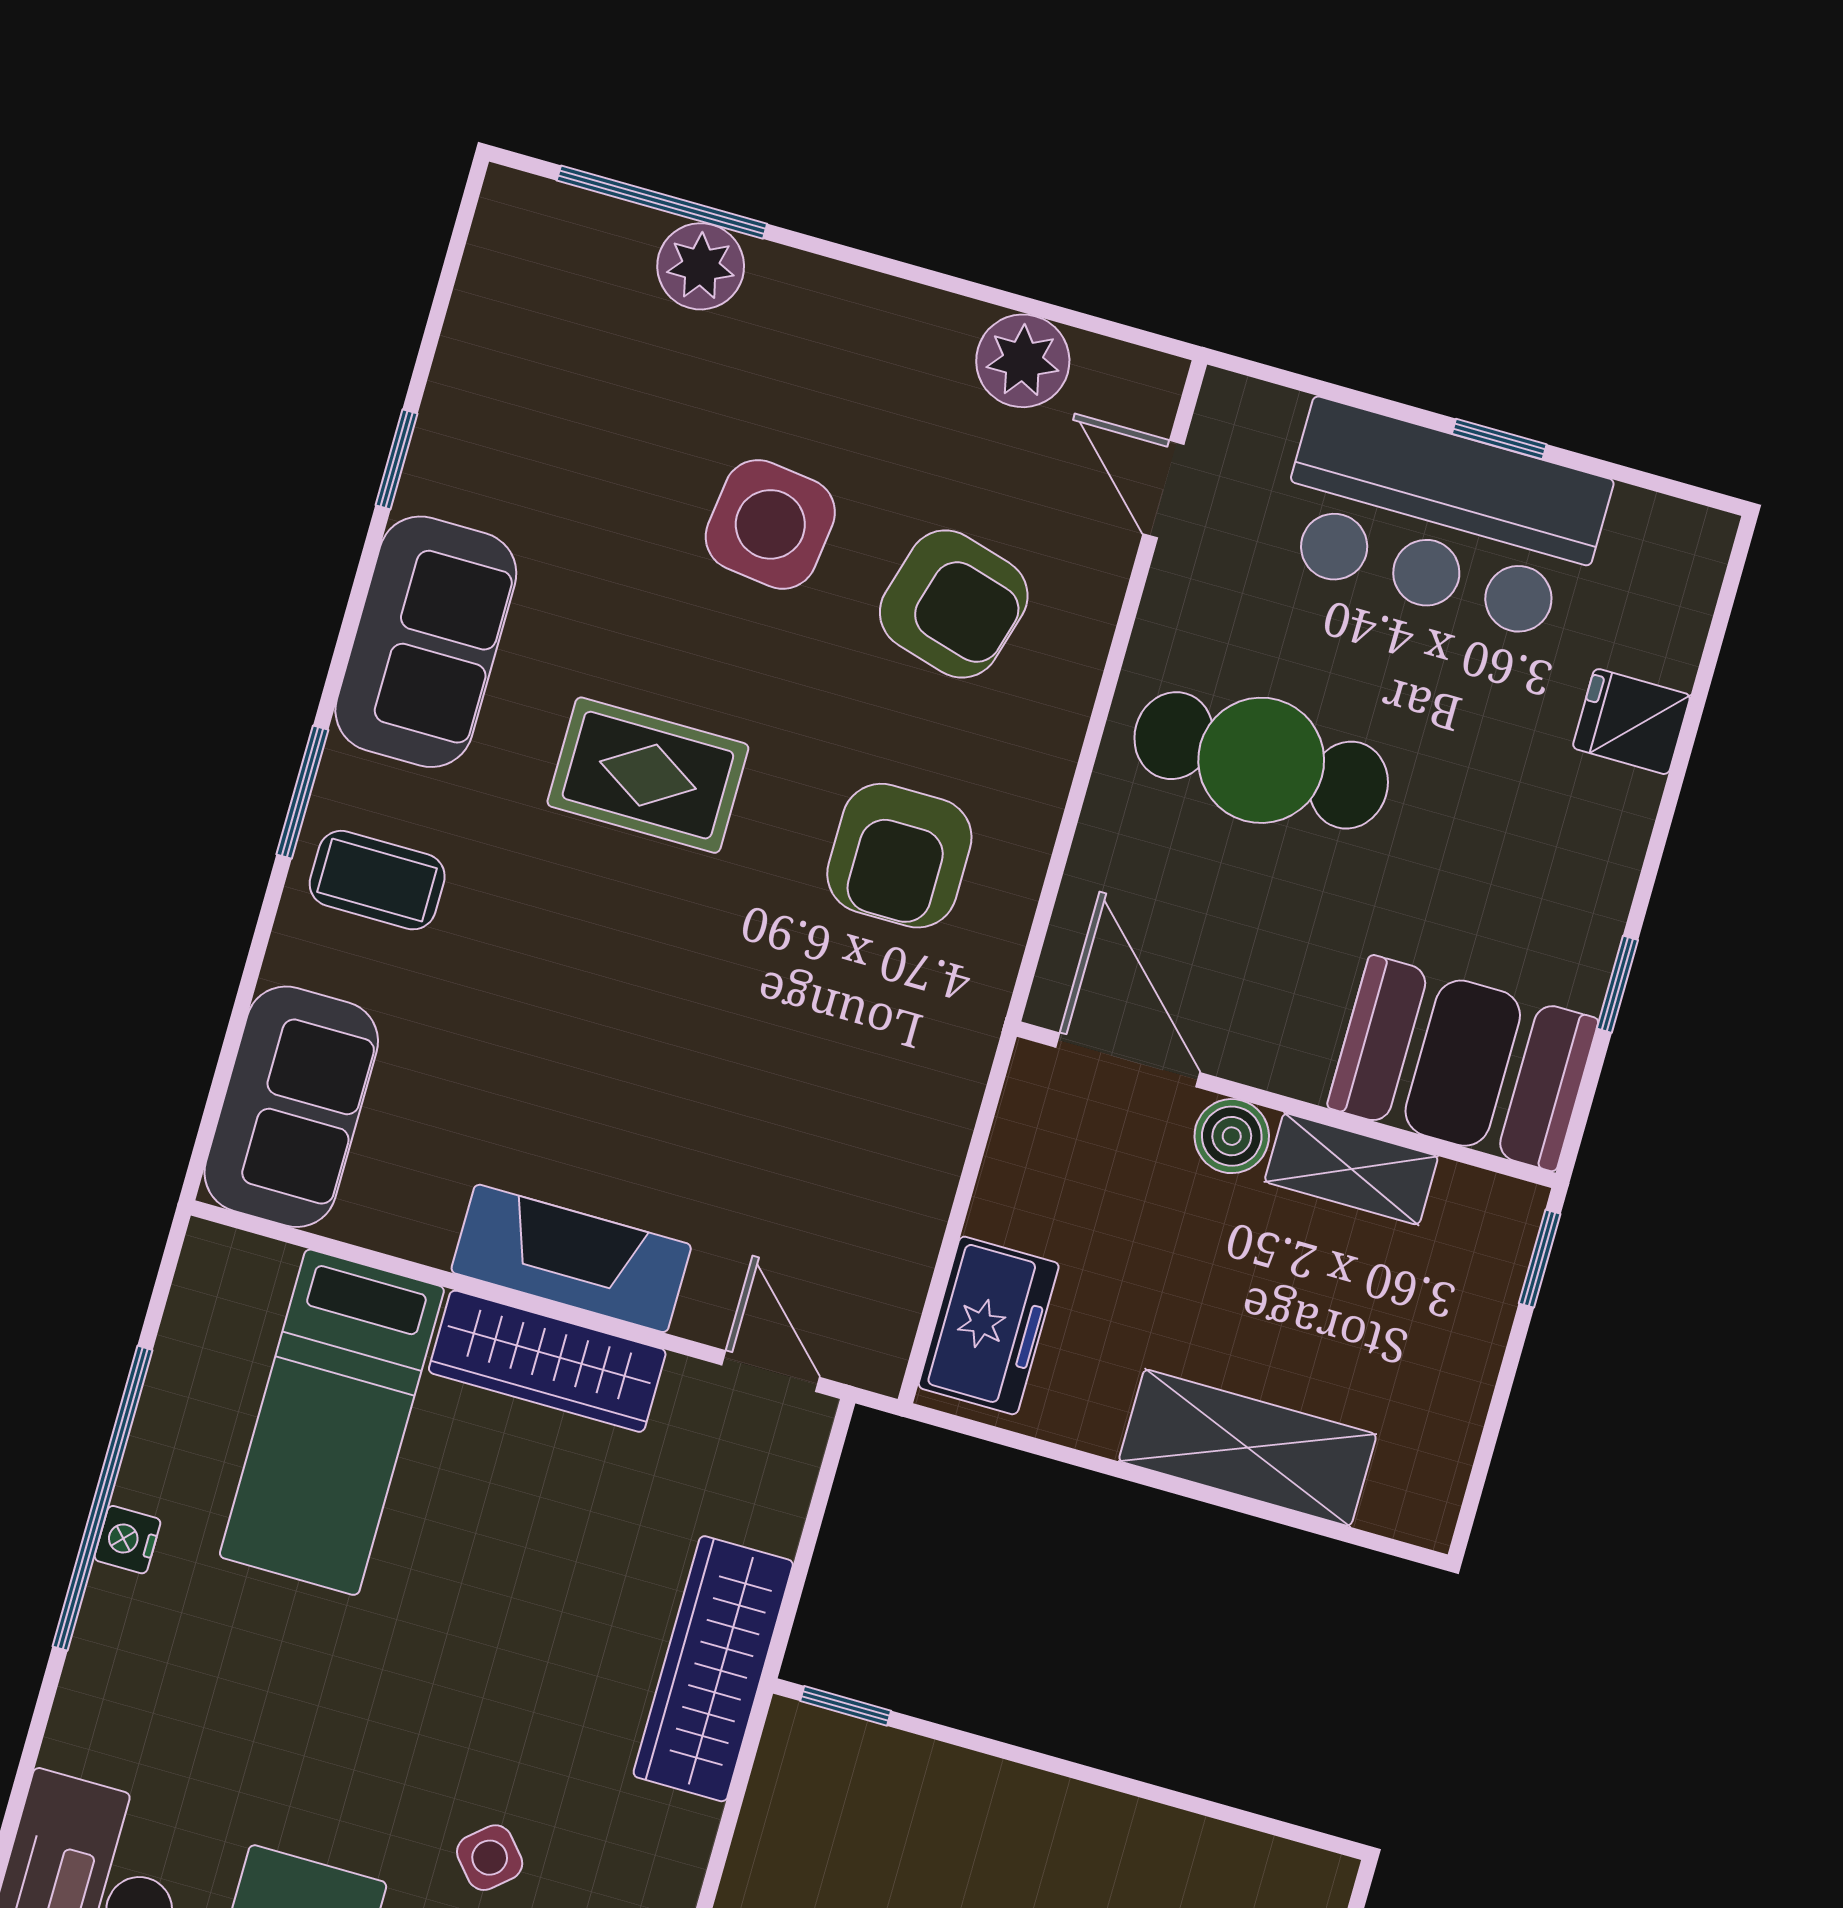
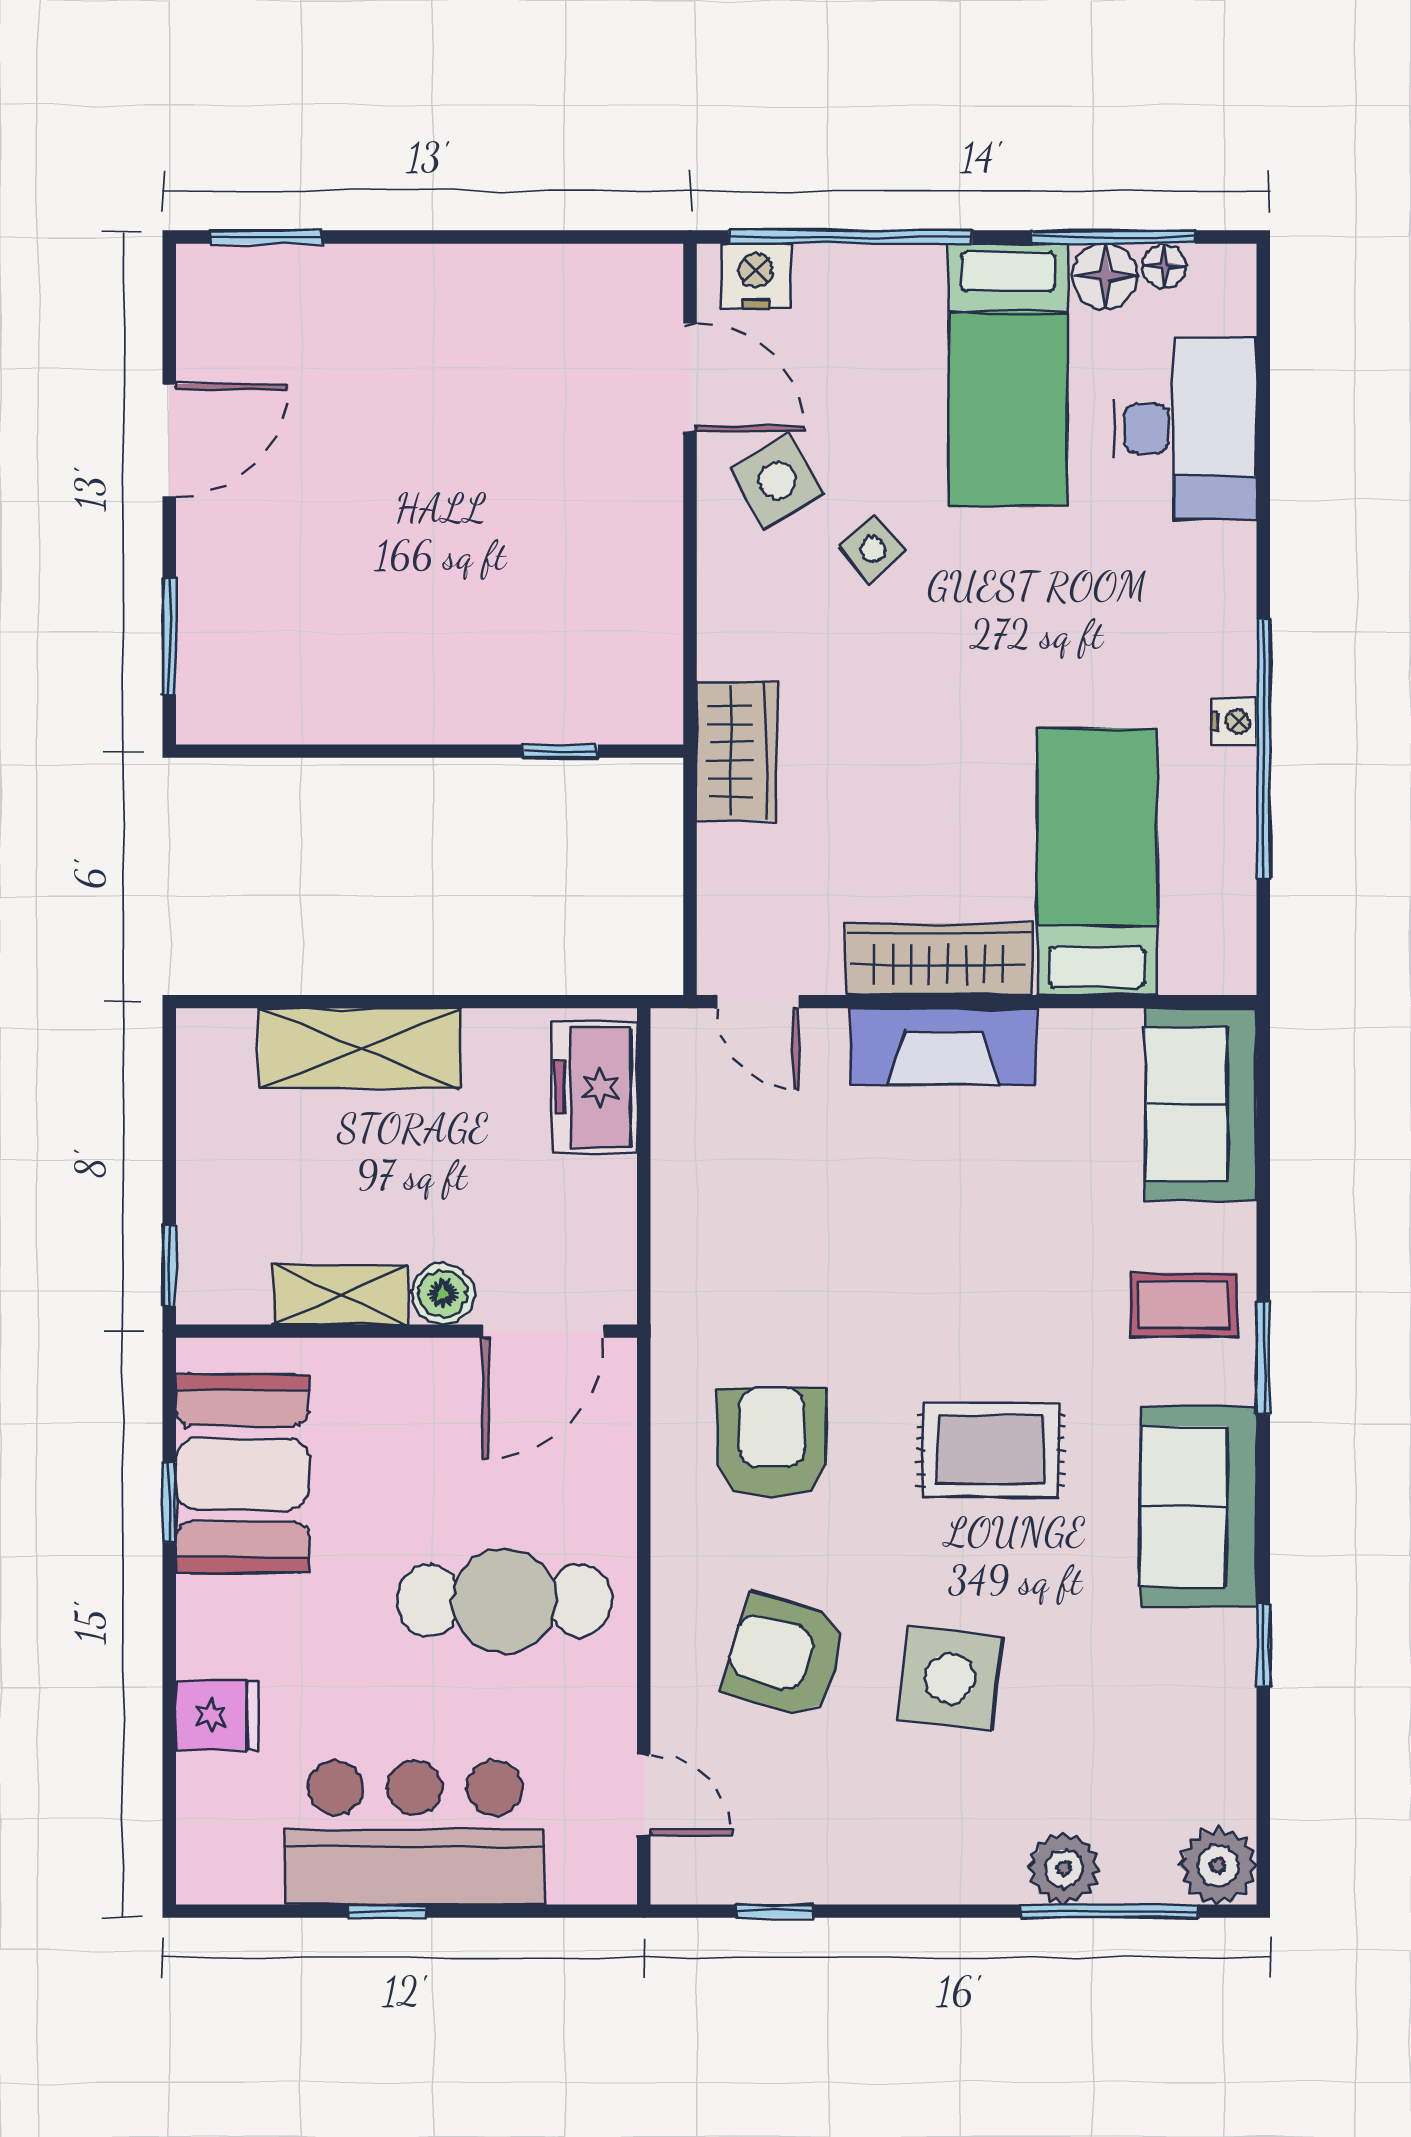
window: (1050, 312) -> (775, 1911), added
plant: (1023, 361) -> (1218, 1866), moved
door: (1128, 1060) -> (543, 1331), hinge flipped
booth: (1463, 1063) -> (242, 1474), moved, turned 90
wardrobe: (713, 1669) -> (737, 751), width x0.67
window: (846, 1706) -> (560, 751), moved

